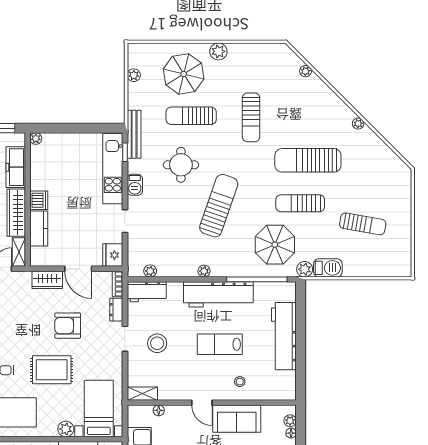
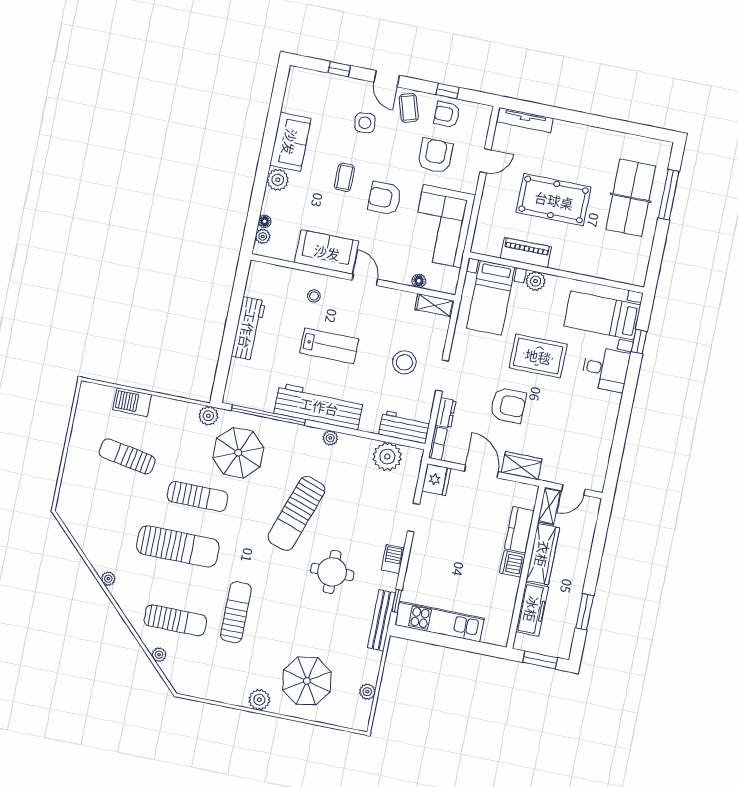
sun lounger: (191, 116) -> (175, 620), moved
plant: (36, 139) -> (501, 639), removed
kitchen unit: (113, 169) -> (440, 622), moved, turned -90
barbecue: (328, 268) -> (132, 402), moved
plant: (150, 271) -> (387, 457), width x1.87, depth x1.87
workbench: (284, 336) -> (248, 329), width x0.73, depth x0.76

